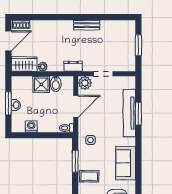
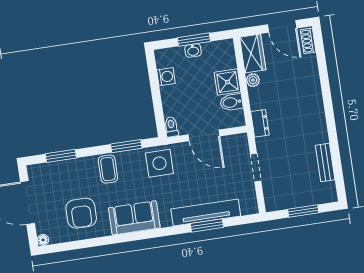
bench: (87, 25) -> (325, 162), moved
plant: (85, 83) -> (239, 143), removed
side table: (90, 140) -> (159, 163), width x1.87, depth x1.87

